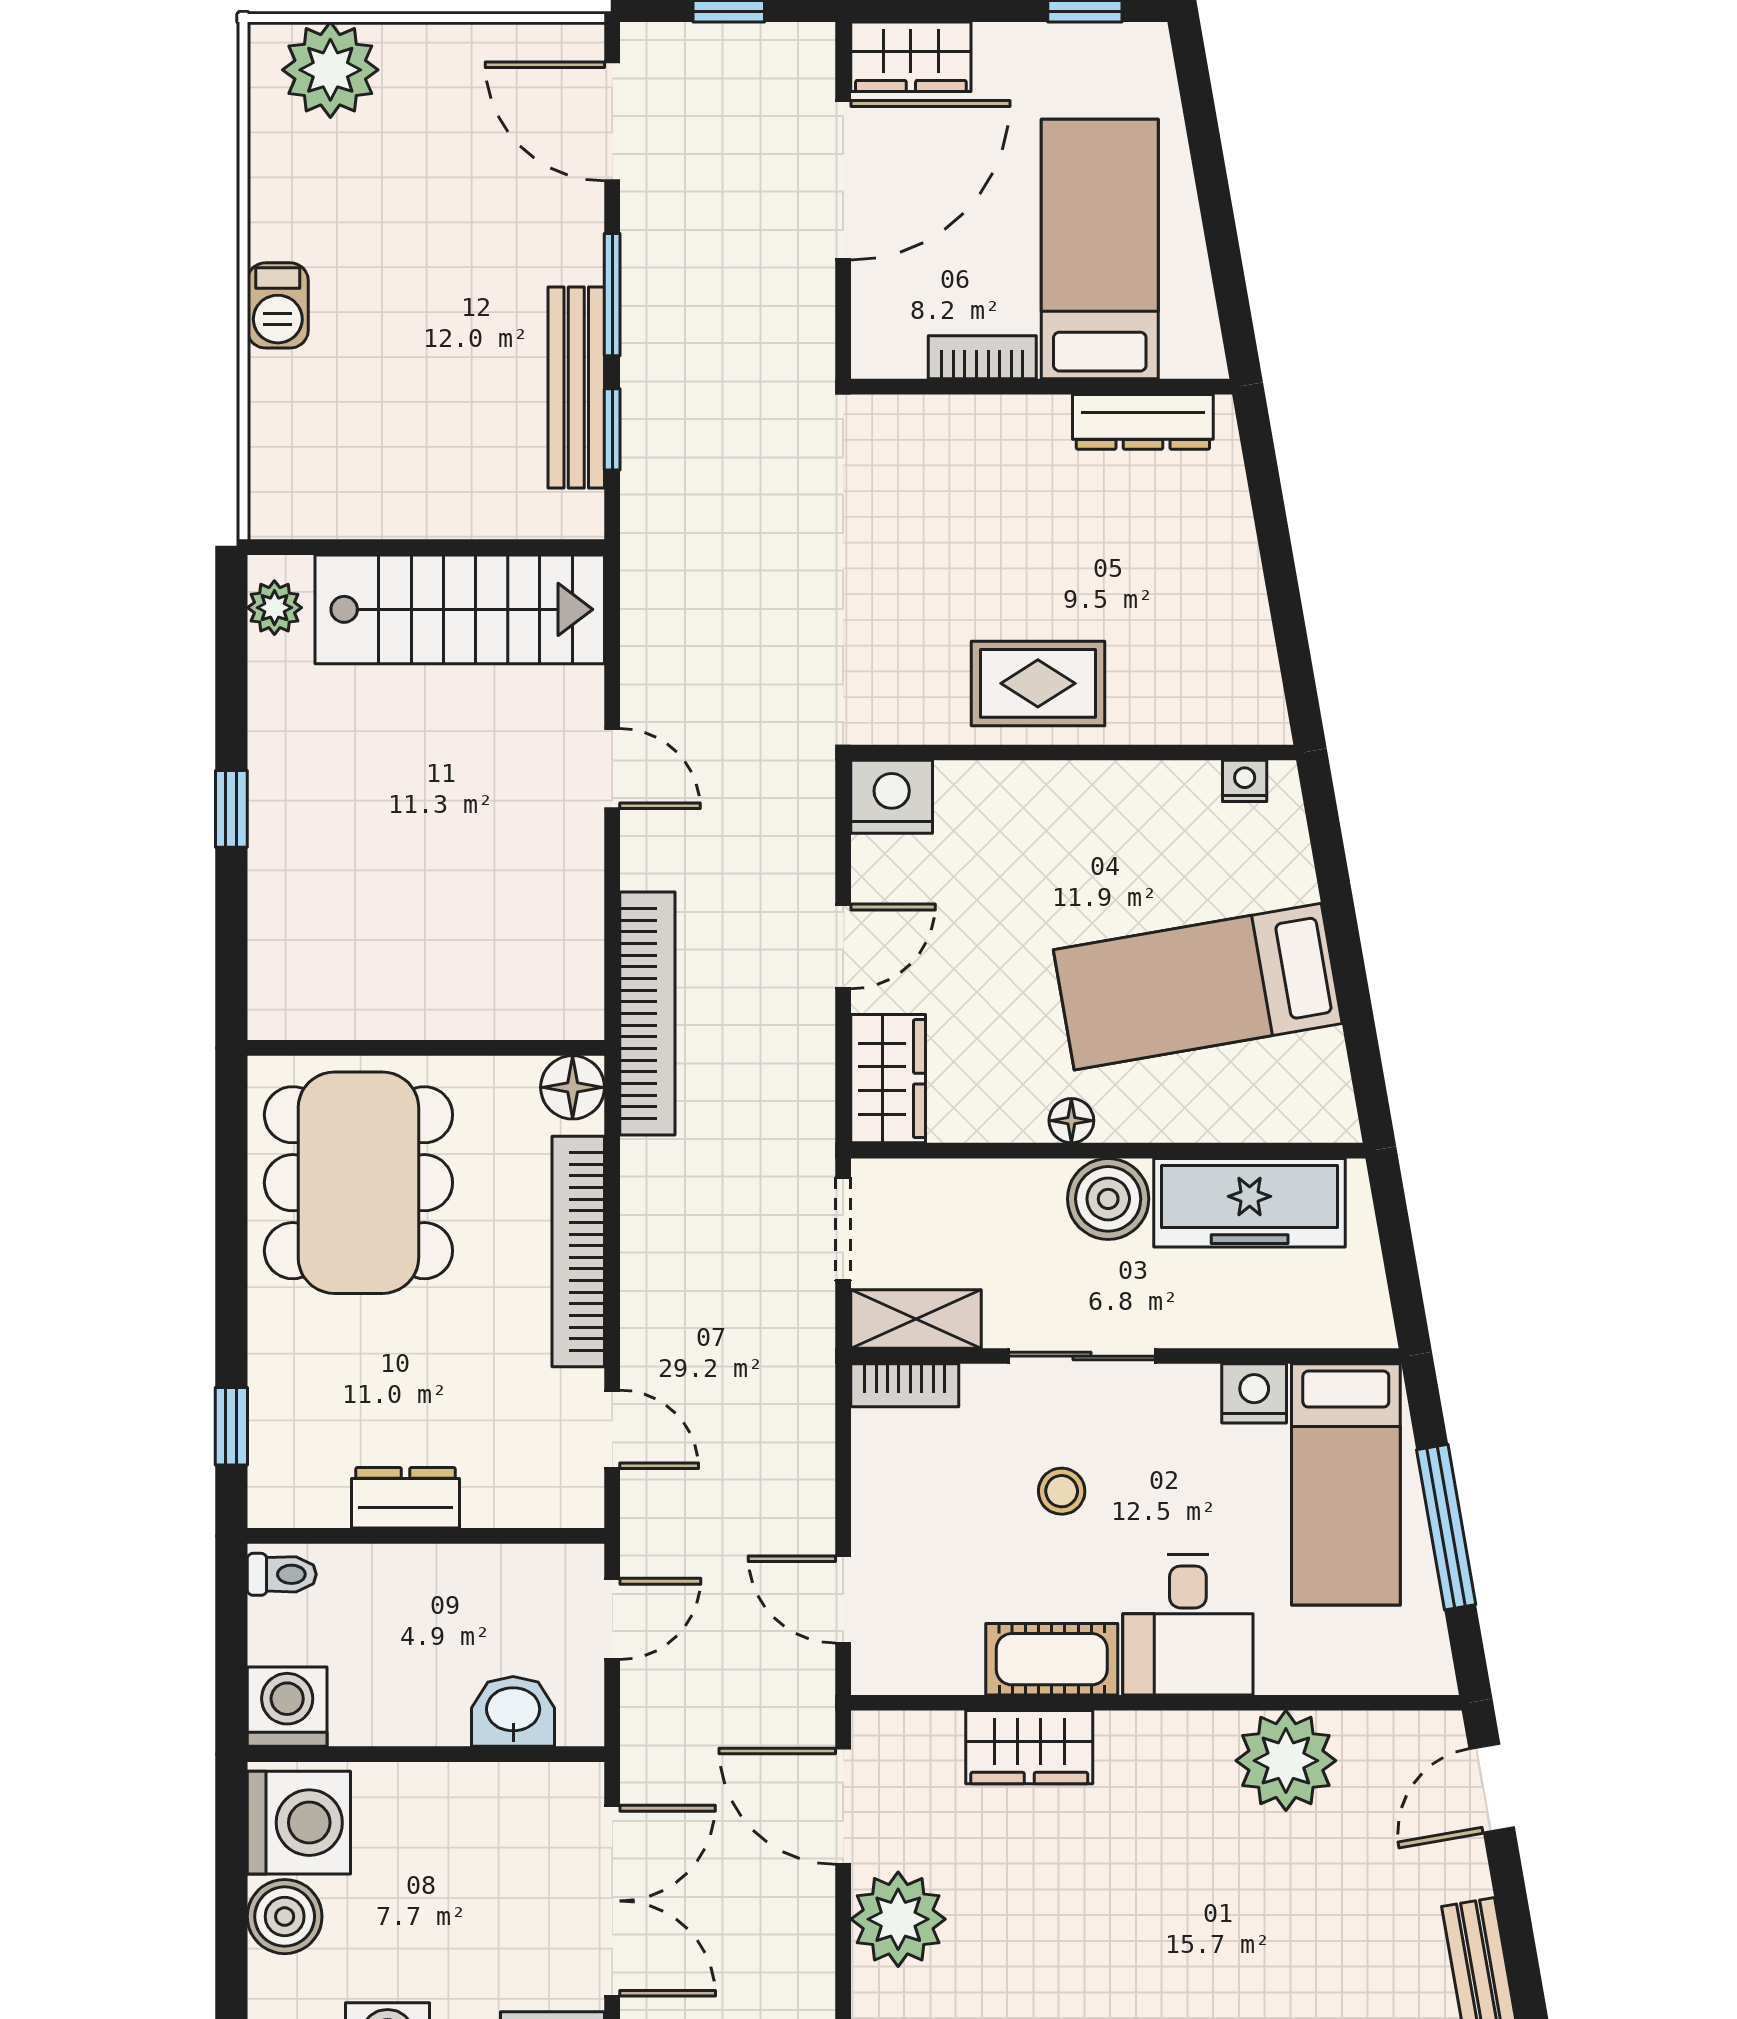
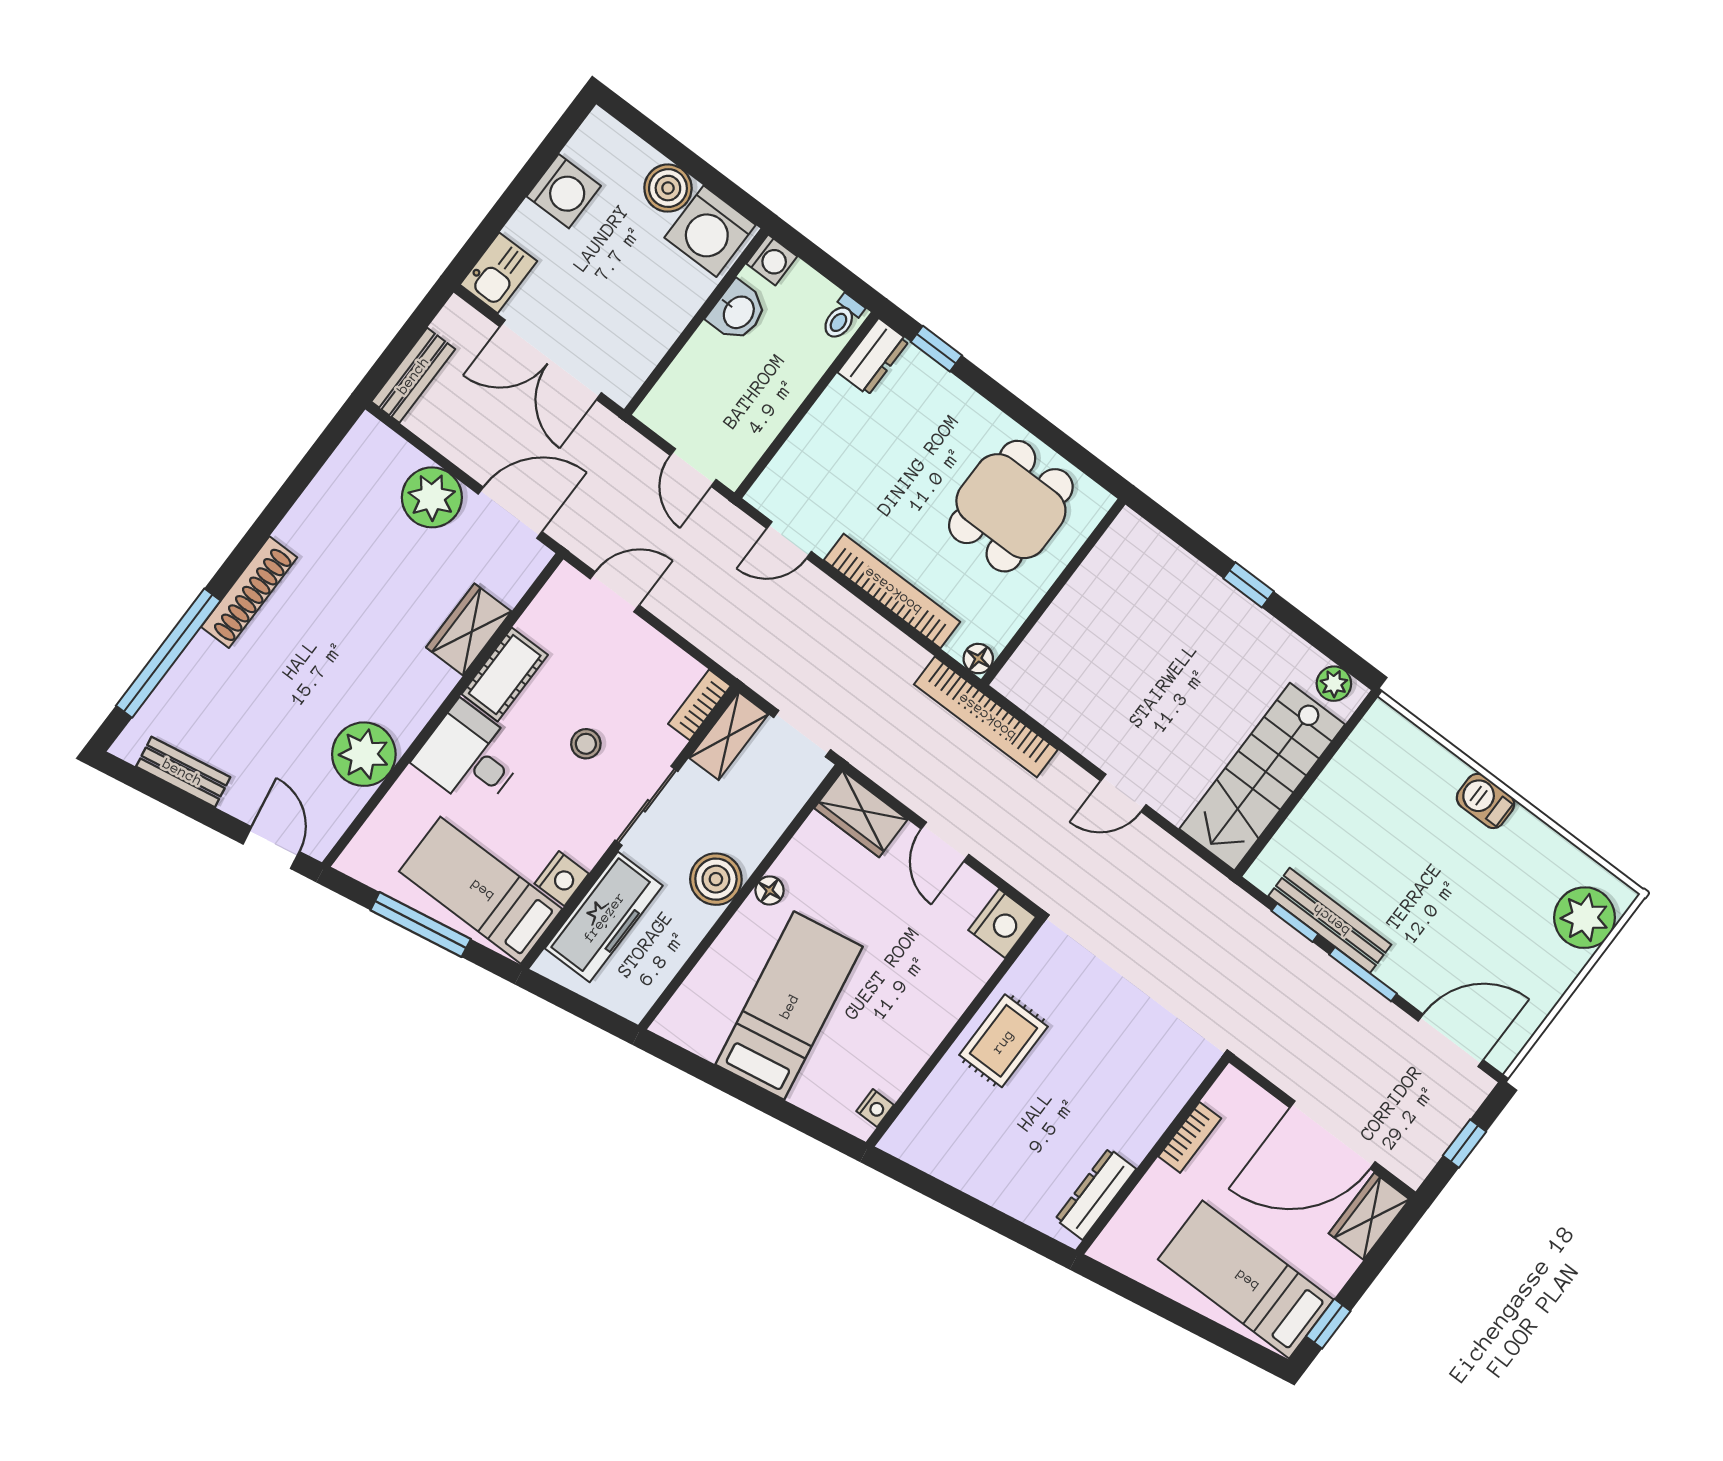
door: (843, 180) -> (1333, 1135), hinge flipped
bed: (1100, 249) -> (1246, 1280), moved, turned 180
floor lamp: (573, 1087) -> (978, 659), width x0.73, depth x0.73
dining table: (358, 1183) -> (1011, 506), width x0.73
freezer: (1250, 1203) -> (604, 917), moved, turned 180
dresser: (406, 1498) -> (873, 357), moved
washing machine: (287, 1707) -> (772, 260), width x0.73, depth x0.73
washbasin: (513, 1711) -> (738, 312), moved

